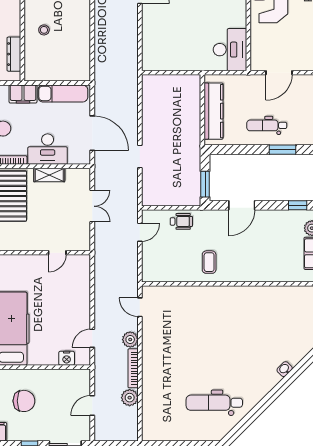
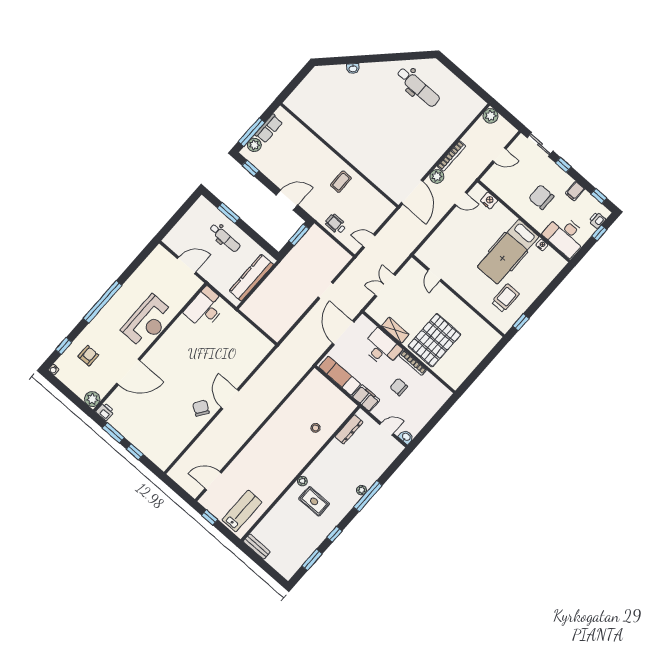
door: (57, 253) -> (435, 275), swing flipped
door: (140, 307) -> (412, 192), width x1.88
plant: (130, 398) -> (491, 116), moved

